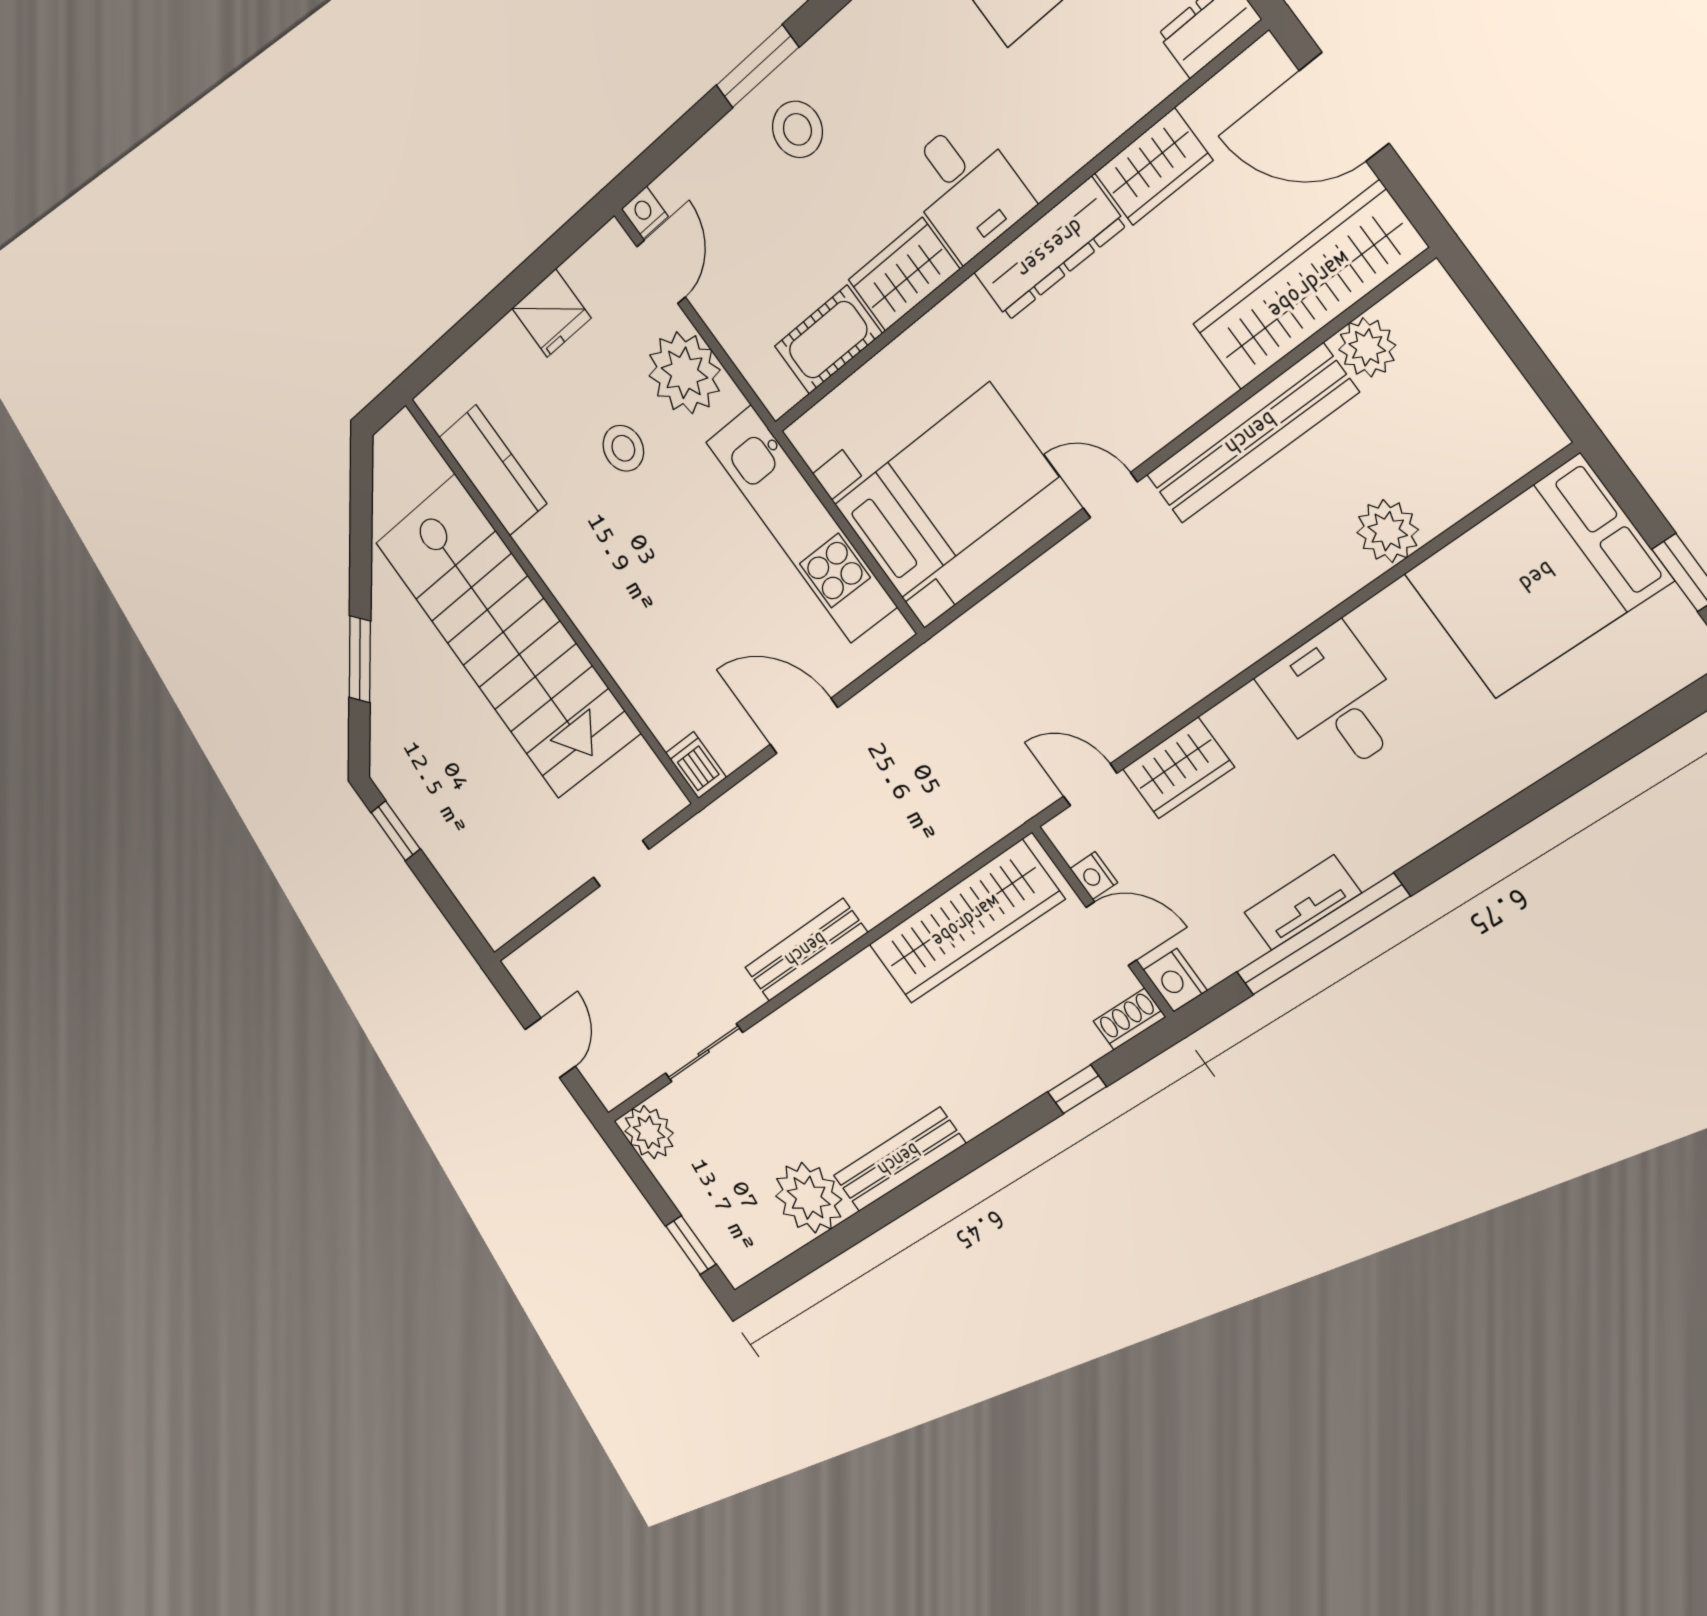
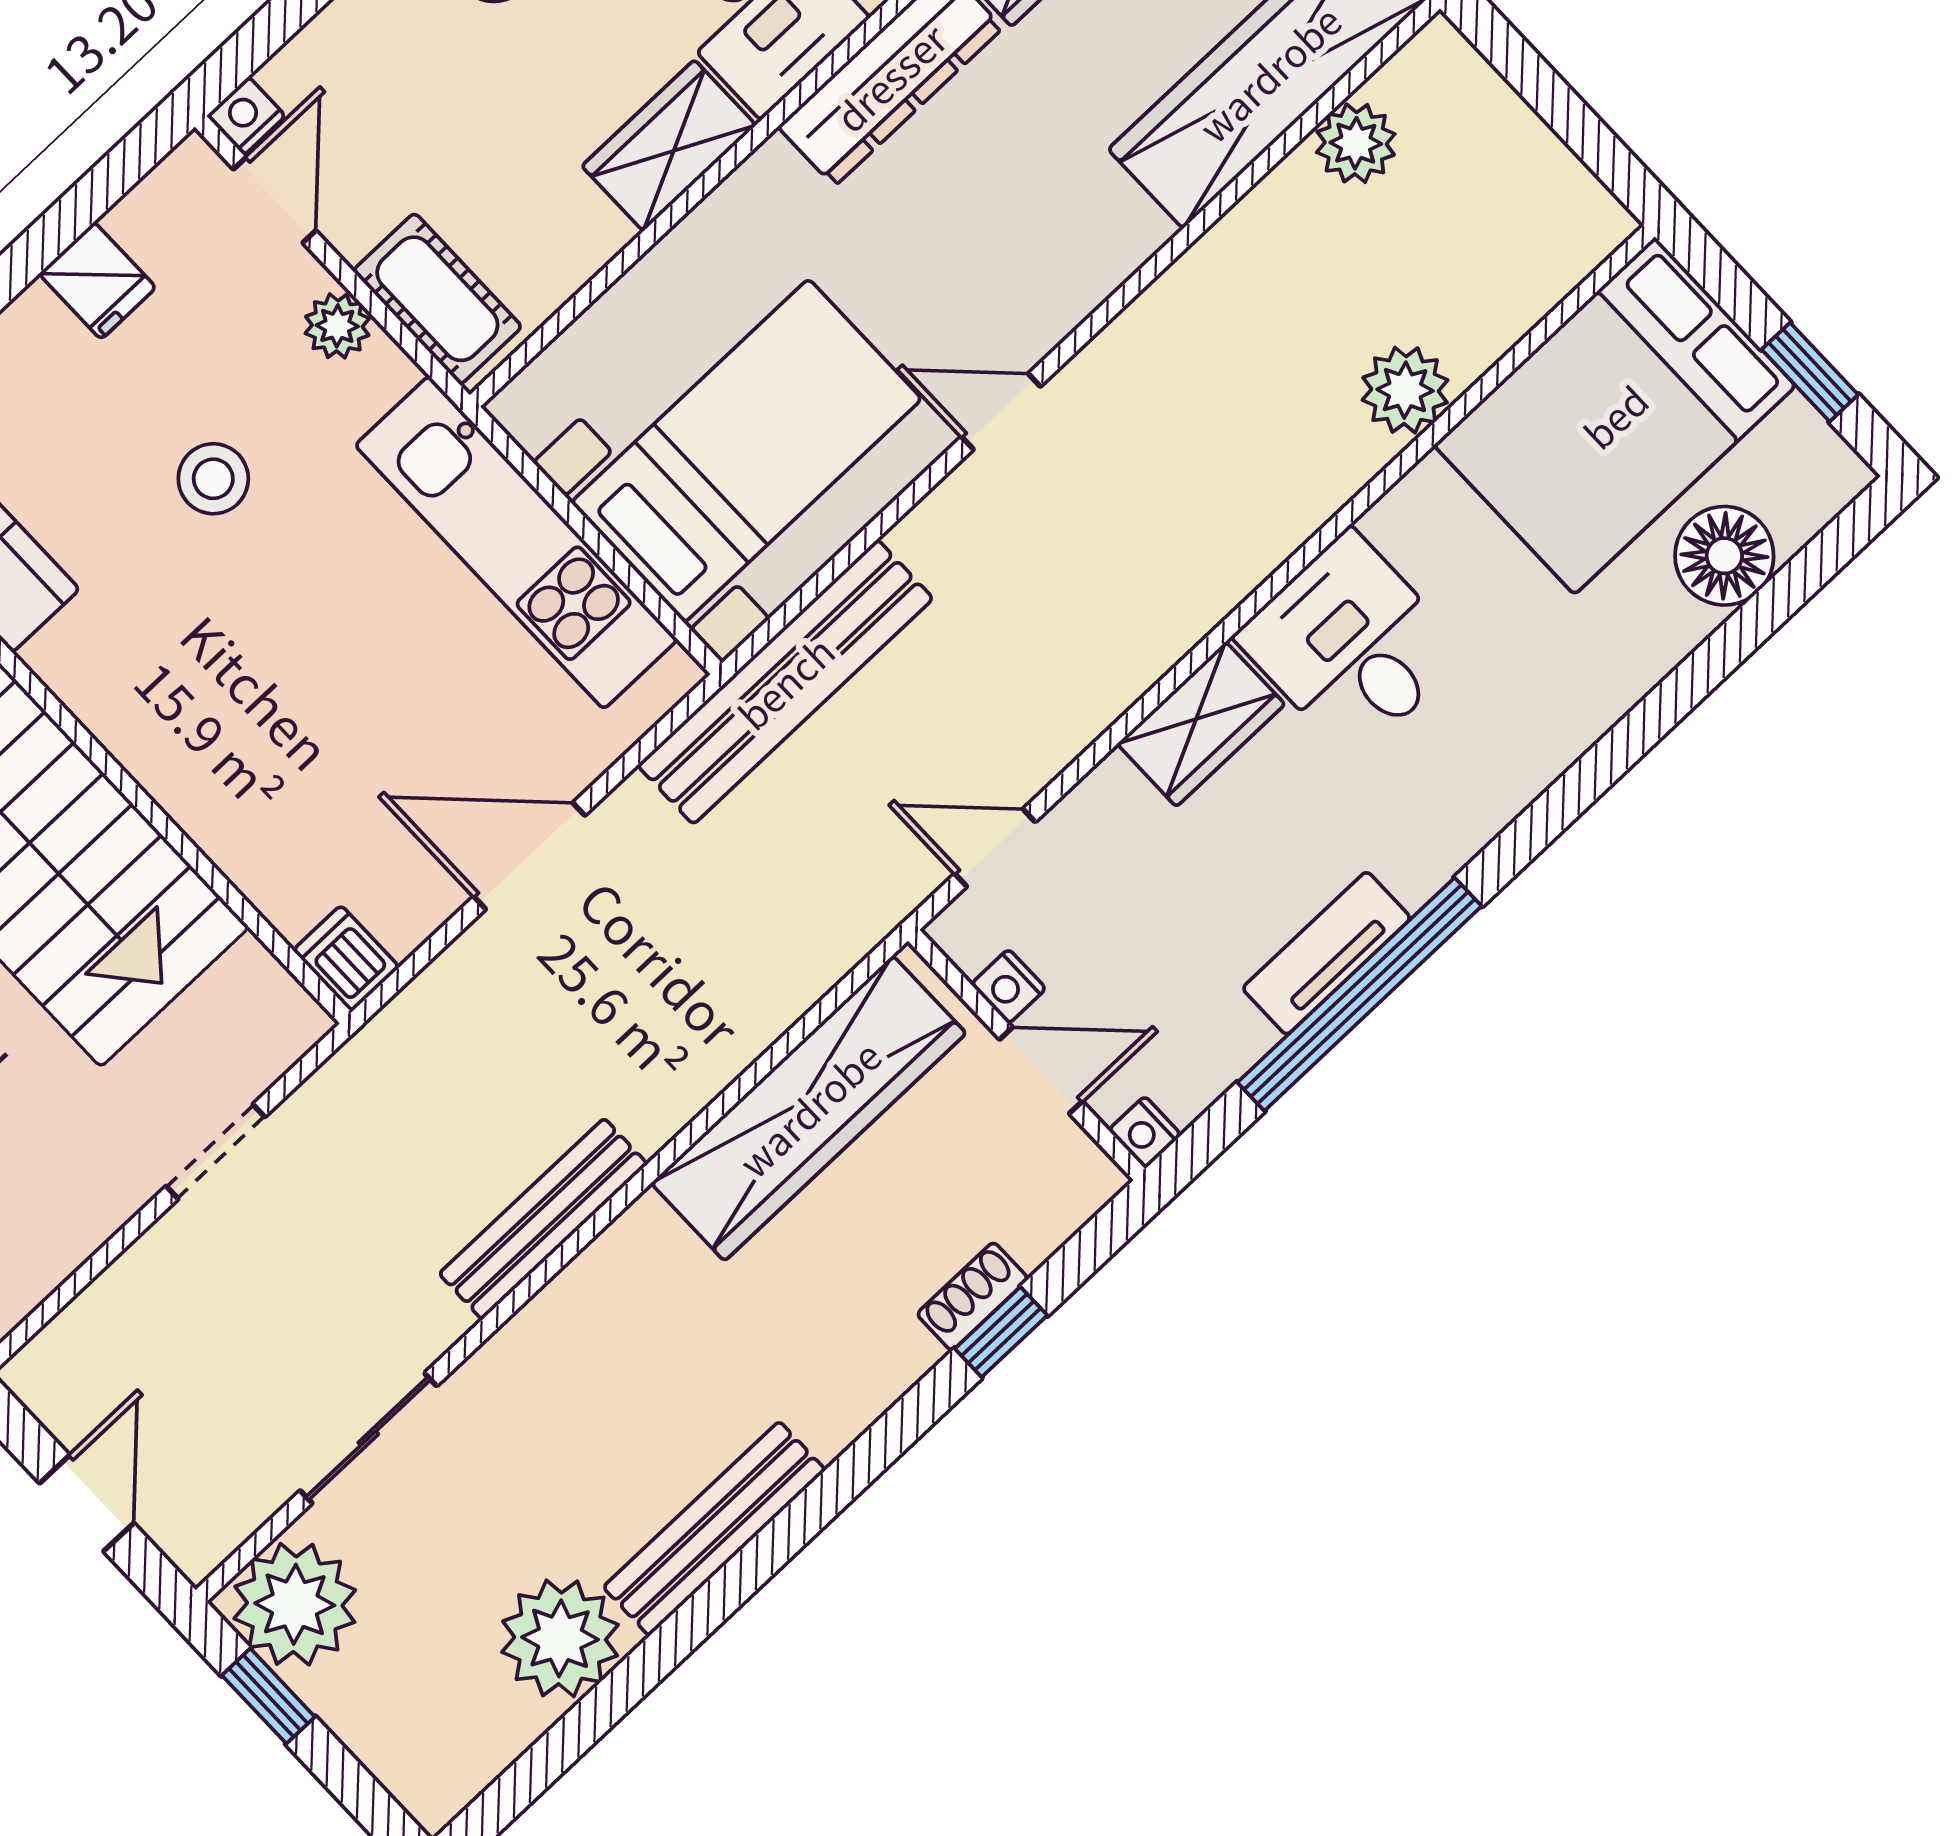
fridge: (551, 313) -> (98, 281), width x0.72
cot: (828, 340) -> (437, 299), moved, turned 90
plant: (684, 373) -> (337, 326), width x0.53, depth x0.53
bench: (1251, 434) -> (785, 682), moved
floor lamp: (1608, 693) -> (1724, 556), added
wardrobe: (1178, 768) -> (1201, 724), moved
nightstand: (1175, 980) -> (1145, 1132), width x0.72, depth x0.74
shoe rack: (1129, 1019) -> (973, 1296), moved
plant: (649, 1132) -> (295, 1604), width x1.36, depth x1.36
window: (691, 1245) -> (268, 1696), moved

